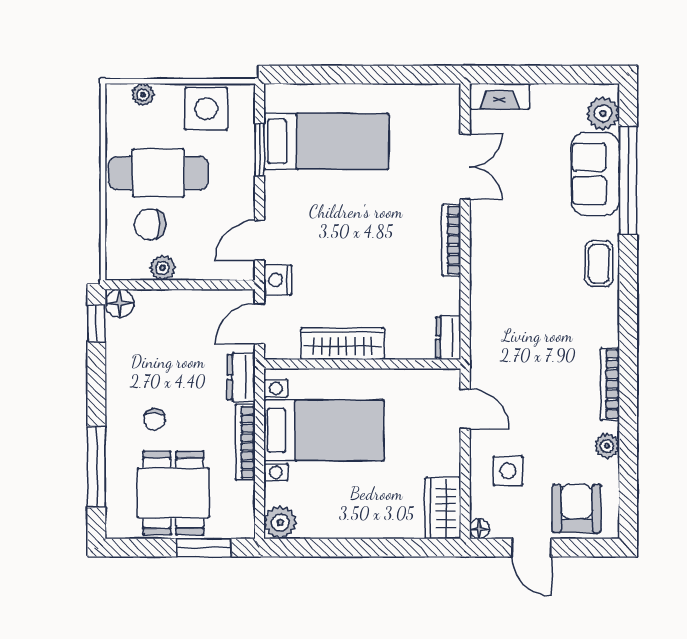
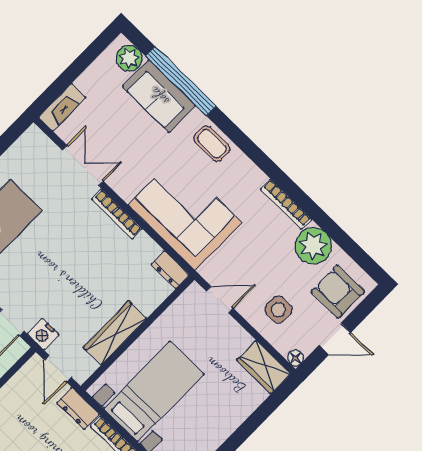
corner sofa: (512, 302) -> (185, 214), added
plant: (607, 446) -> (313, 246), width x1.88, depth x1.88

